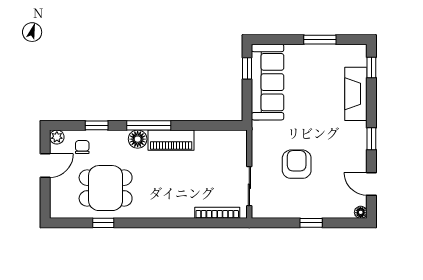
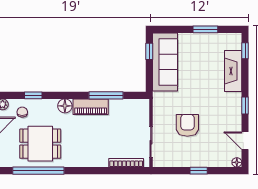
window: (149, 125) -> (106, 95), moved
window: (103, 223) -> (38, 171), width x3.17

